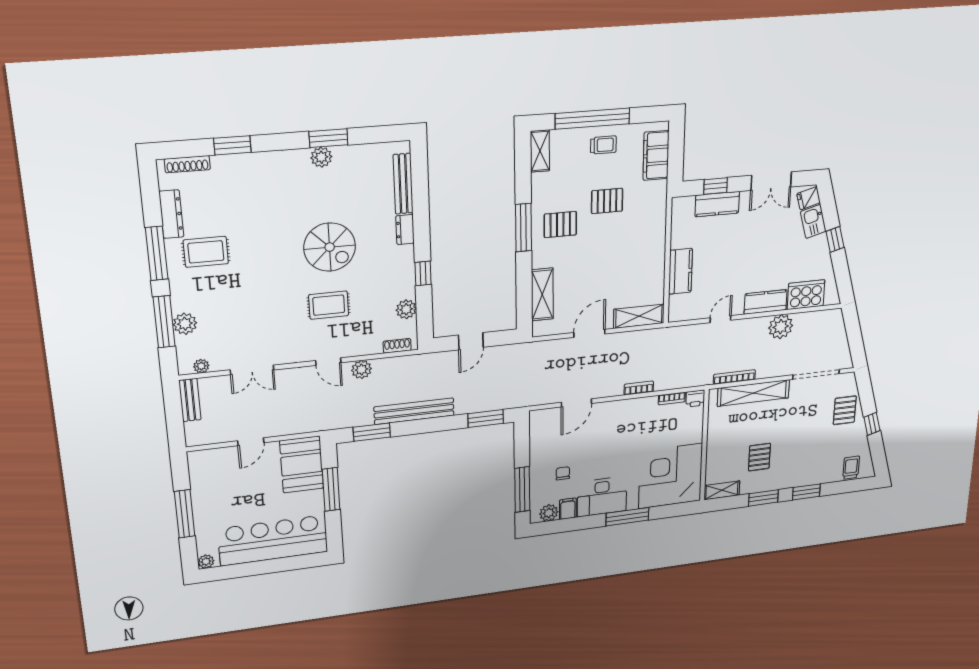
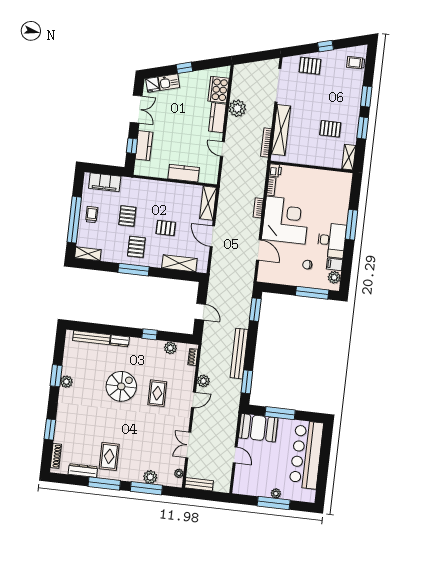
pallet: (595, 263) -> (166, 228), added
double door: (252, 370) -> (188, 445), swing flipped
corner desk: (670, 476) -> (286, 220), moved, turned 180
plant: (206, 561) -> (276, 493), moved

